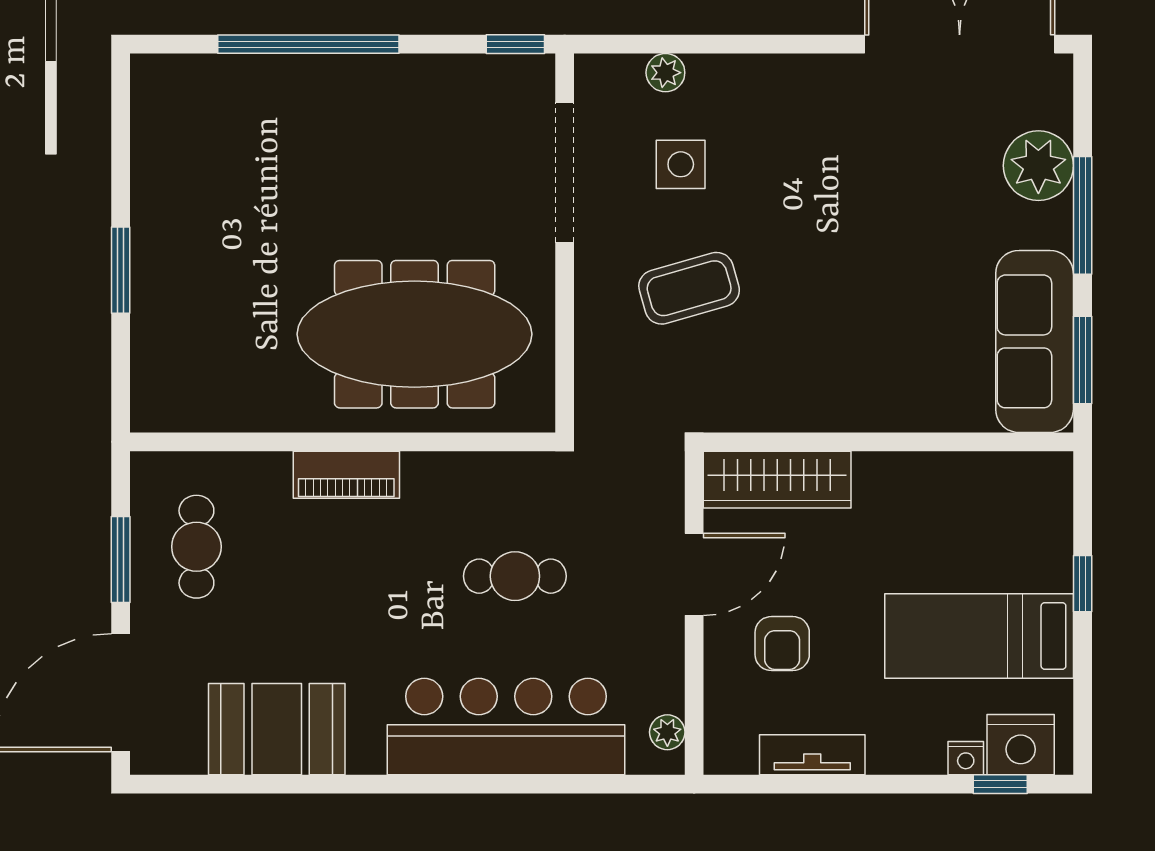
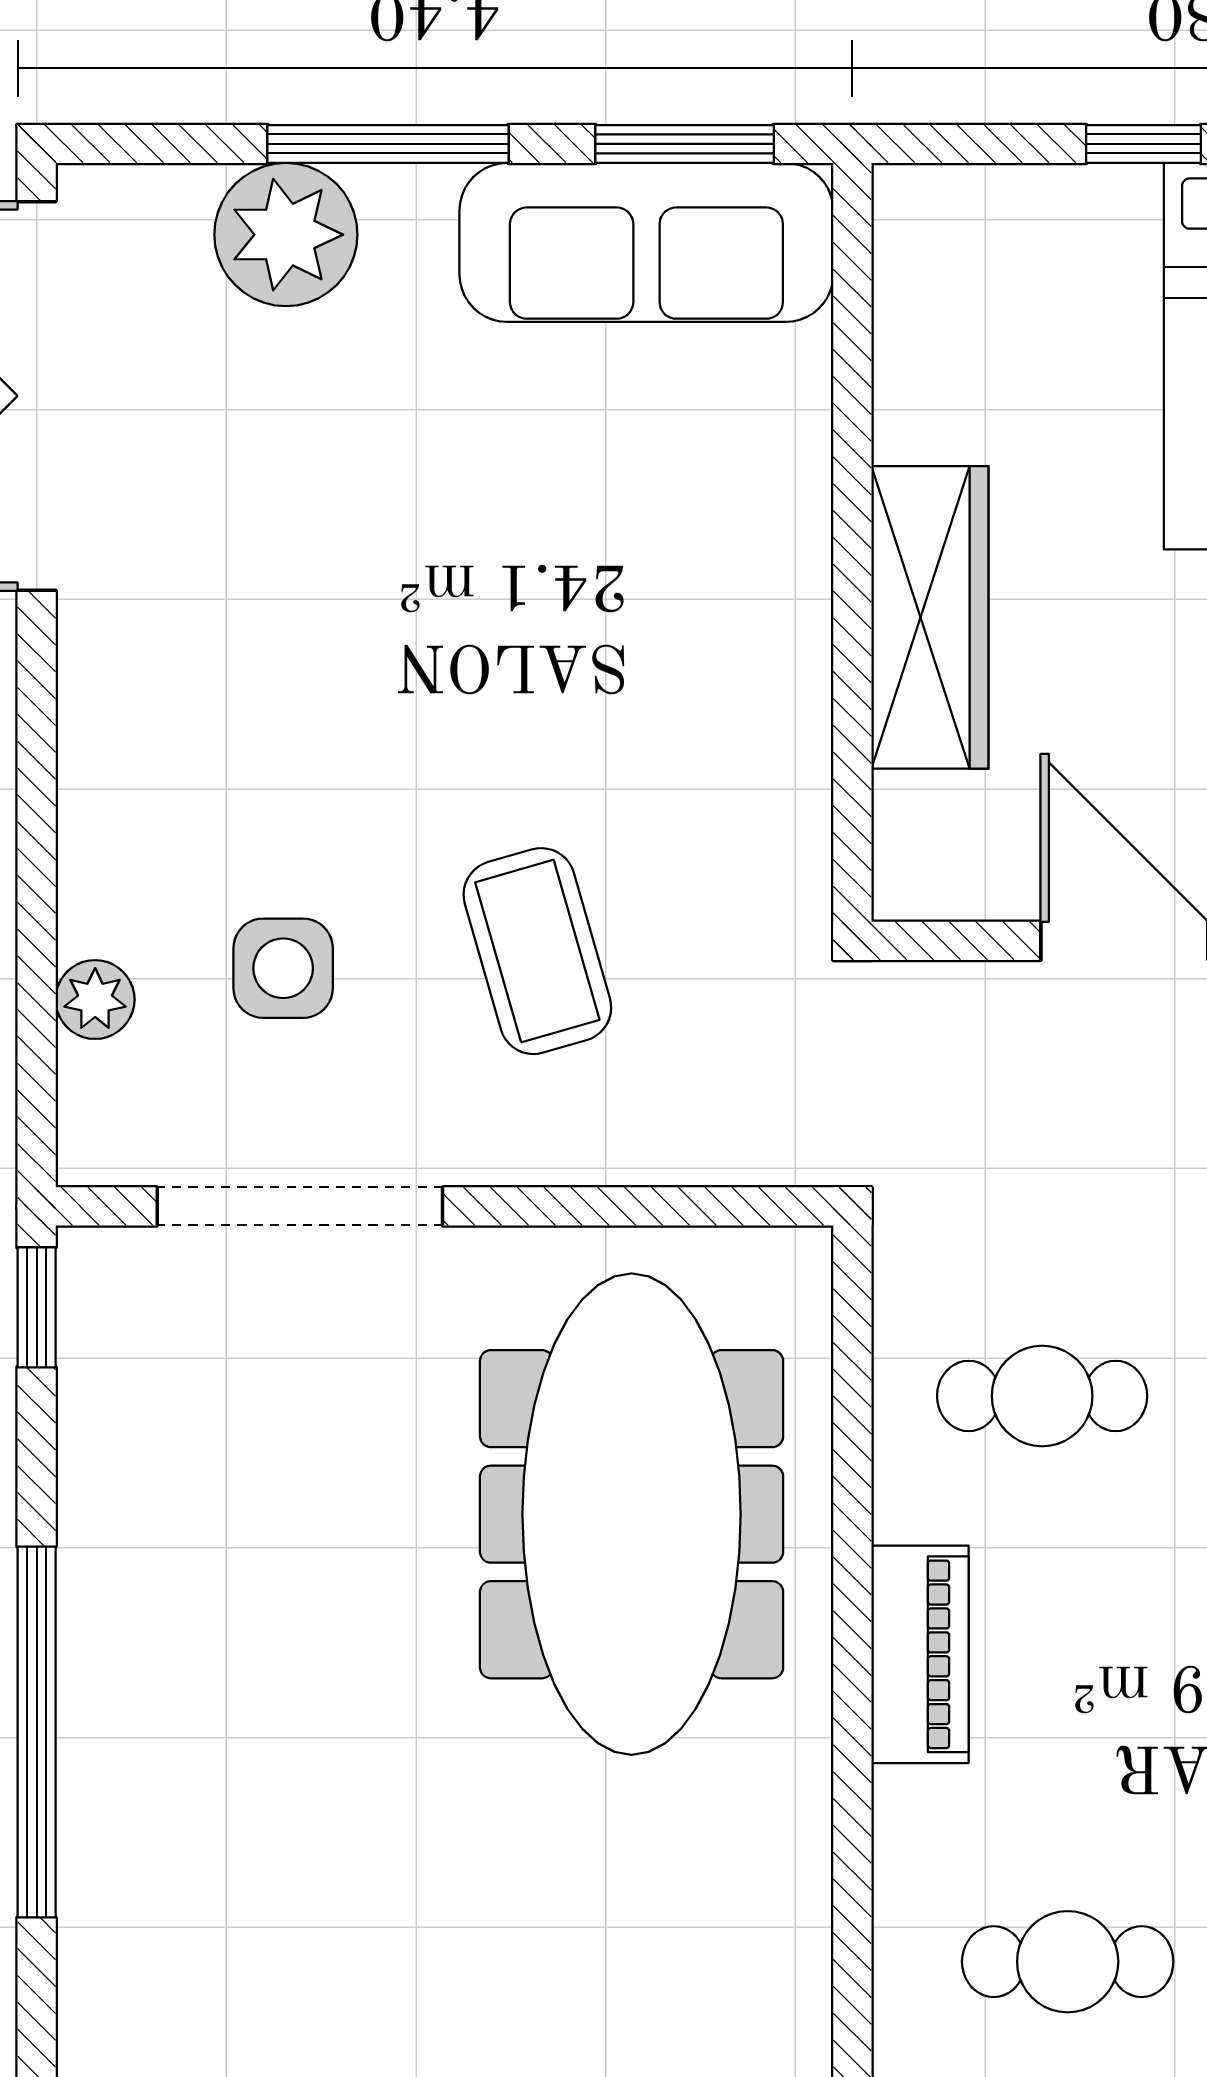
wardrobe: (777, 480) -> (930, 617), moved
cafe table: (515, 576) -> (1042, 1396), moved, turned 90

